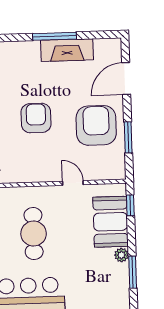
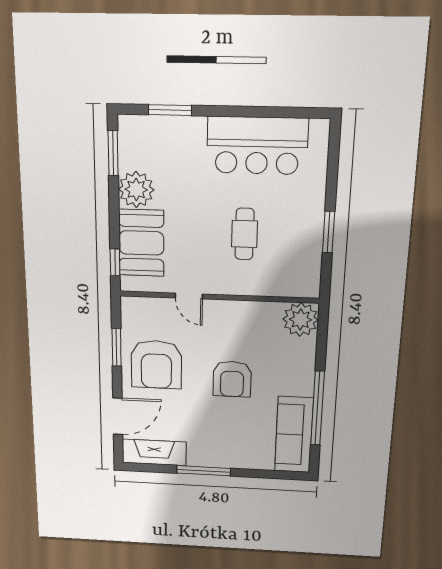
fireplace: (67, 50) -> (154, 452), moved
cafe table: (34, 234) -> (245, 234), width x0.73, depth x0.74
plant: (121, 255) -> (136, 189), width x1.88, depth x1.88
window: (133, 272) -> (113, 153), moved

